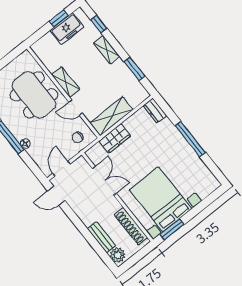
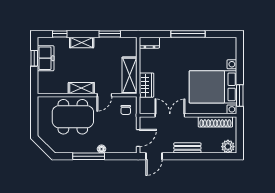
door: (61, 169) -> (138, 138), swing flipped
bench: (101, 237) -> (187, 148), moved

